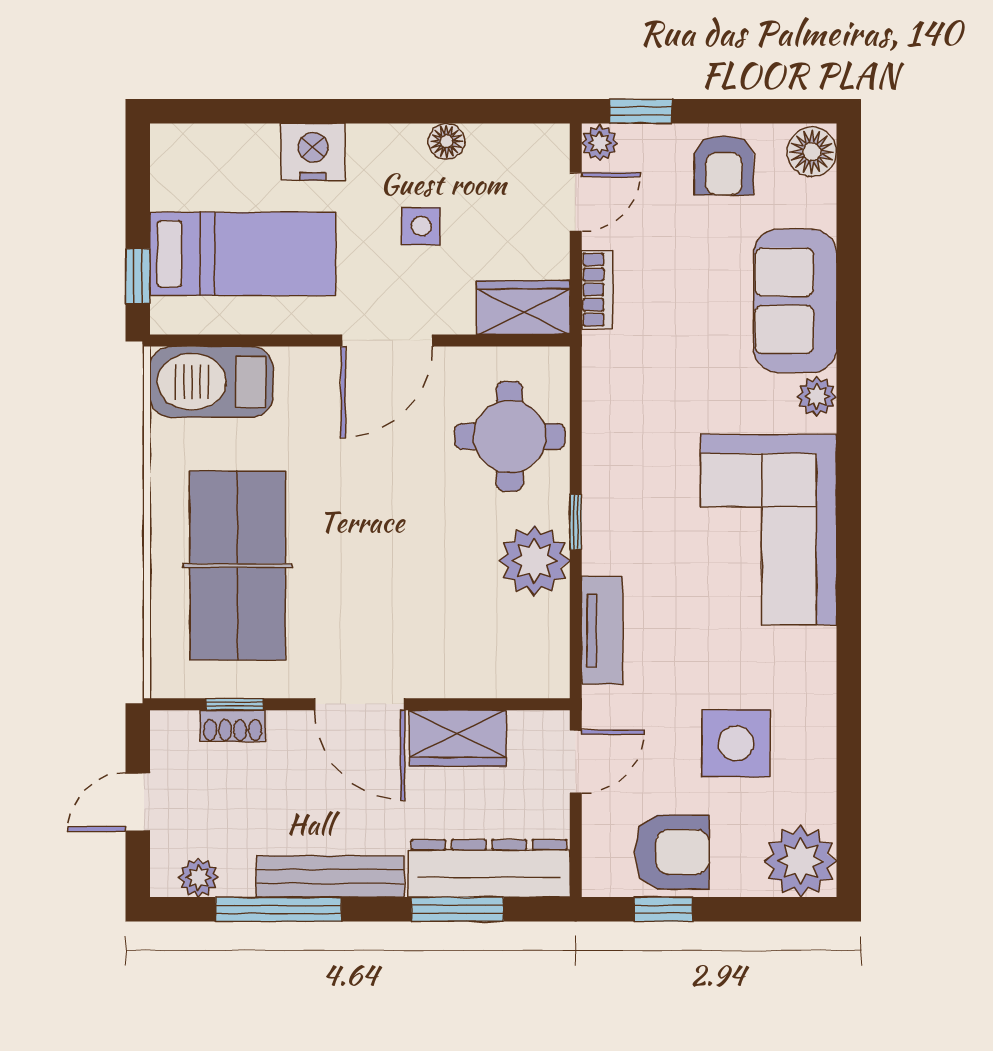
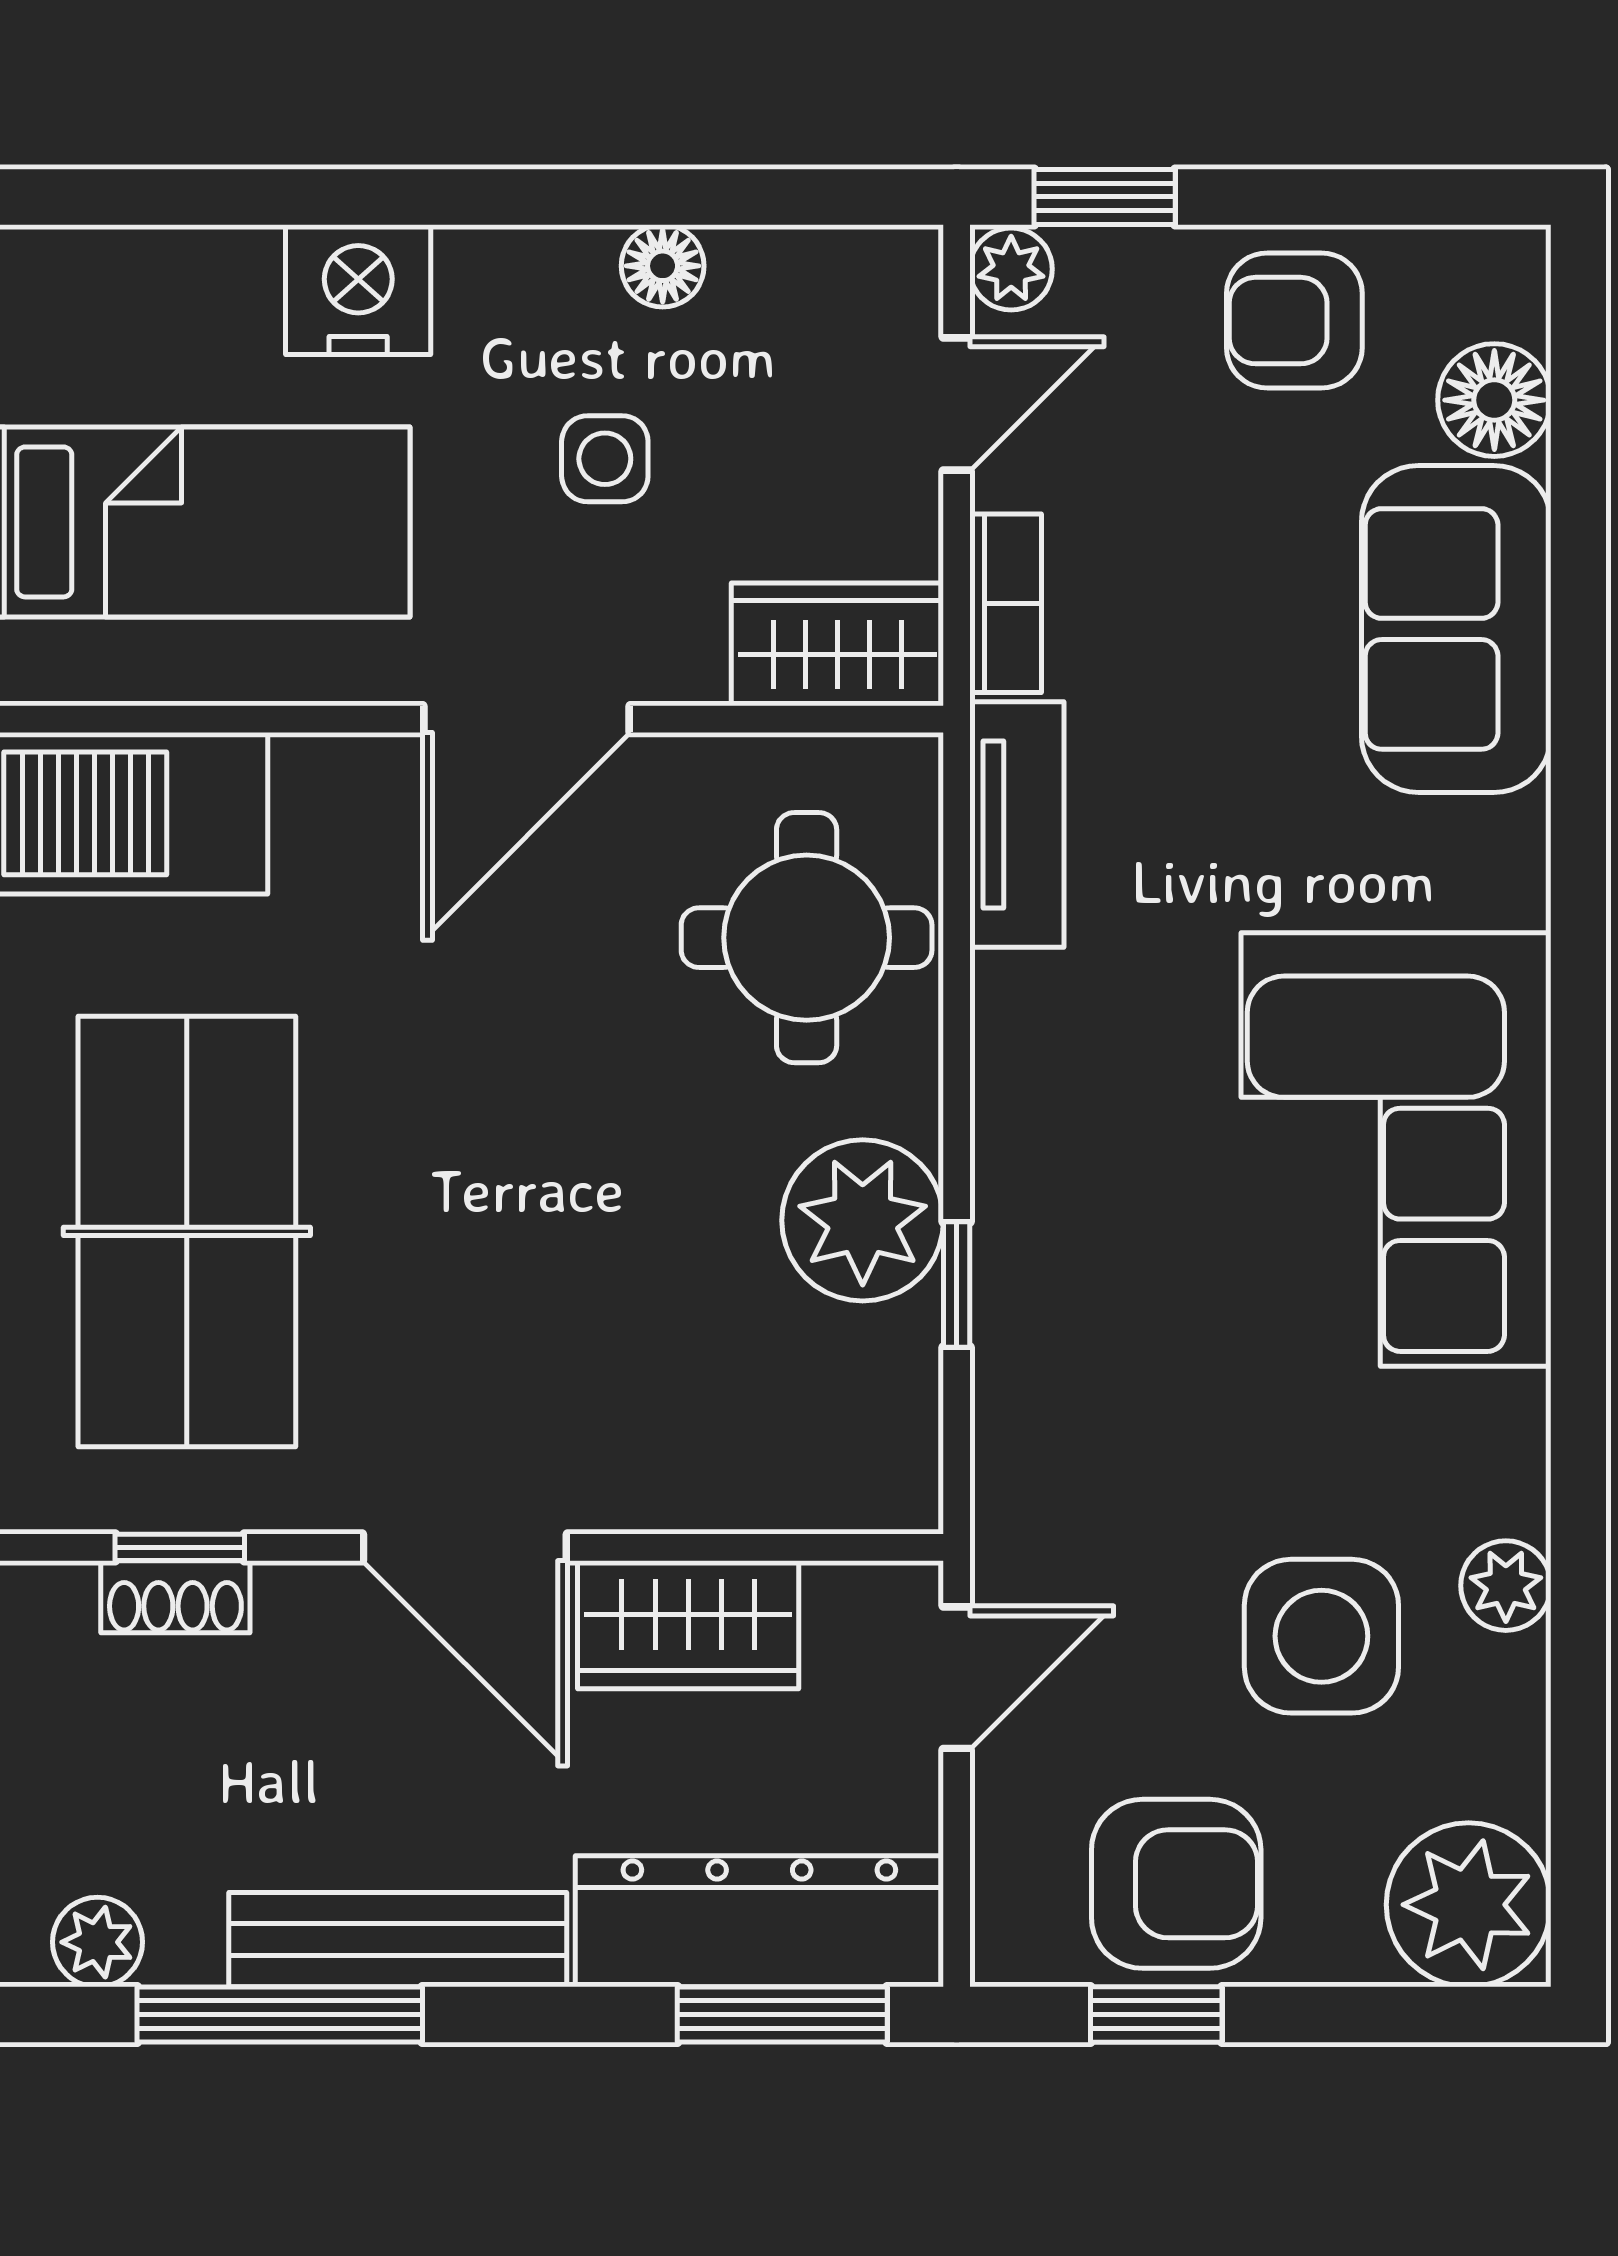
floor lamp: (812, 152) -> (1494, 400), moved
armchair: (724, 165) -> (1294, 321), turned 90
plant: (817, 396) -> (1506, 1586), moved
window: (576, 522) -> (957, 1284), moved
tv unit: (602, 630) -> (1017, 825), moved
window: (458, 909) -> (782, 2014), moved

